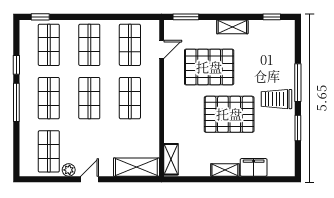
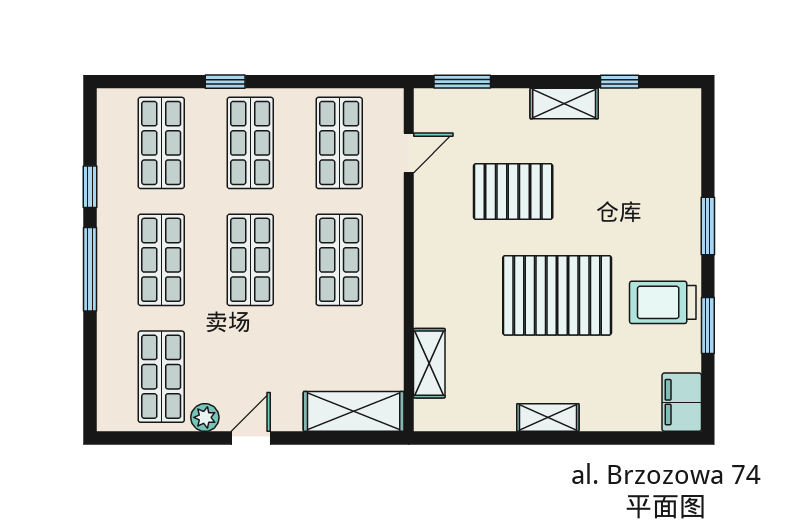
window: (40, 17) -> (225, 82), moved
window: (272, 17) -> (620, 82), moved
pallet: (209, 67) -> (513, 192), width x0.73, depth x0.71
window: (298, 83) -> (708, 226), width x0.69
trolley: (277, 99) -> (663, 302), moved
shelving: (171, 159) -> (429, 363), moved
filing cabinet: (254, 167) -> (682, 402), moved, turned -90

